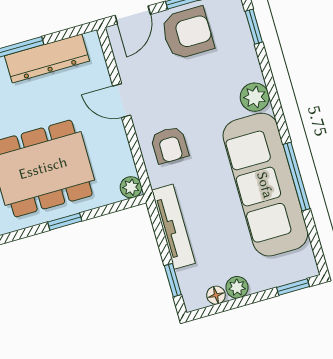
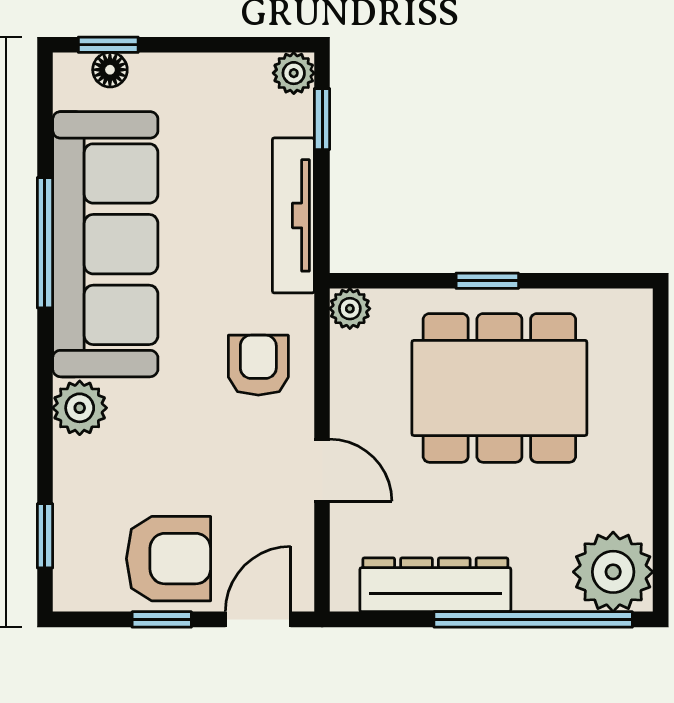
armchair: (187, 33) -> (168, 559), turned 180
plant: (237, 287) -> (294, 73), moved
floor lamp: (216, 295) -> (110, 70), moved

